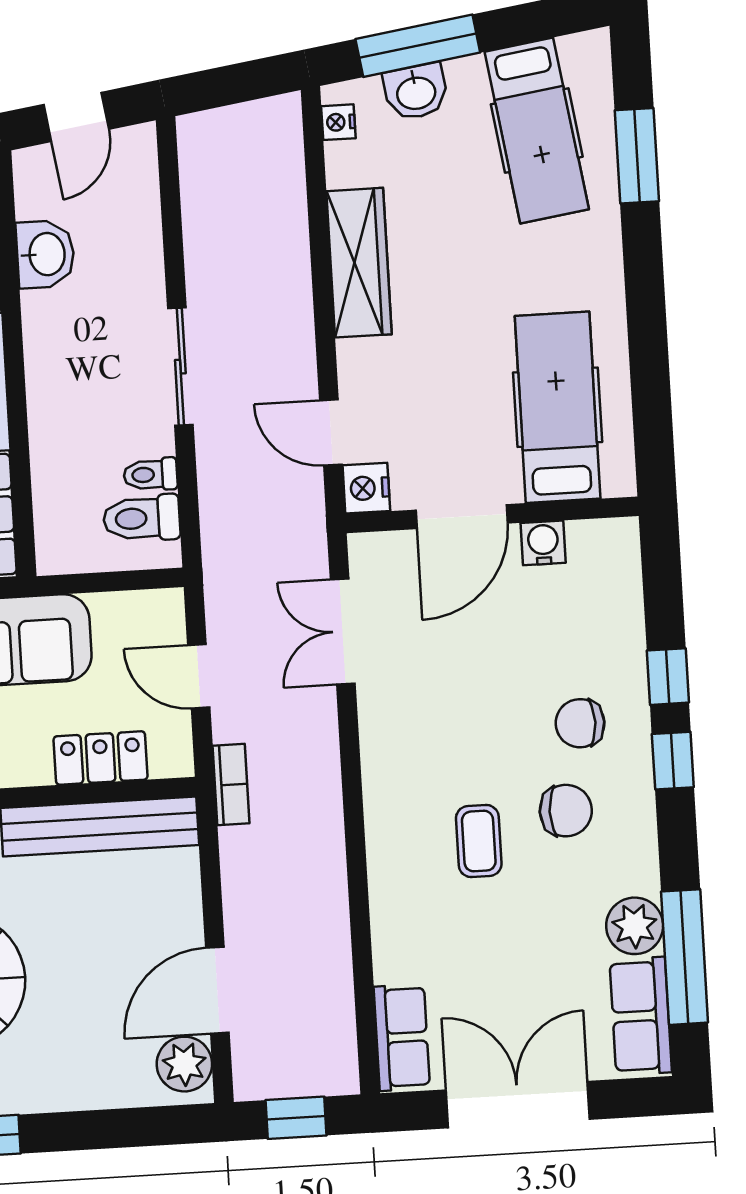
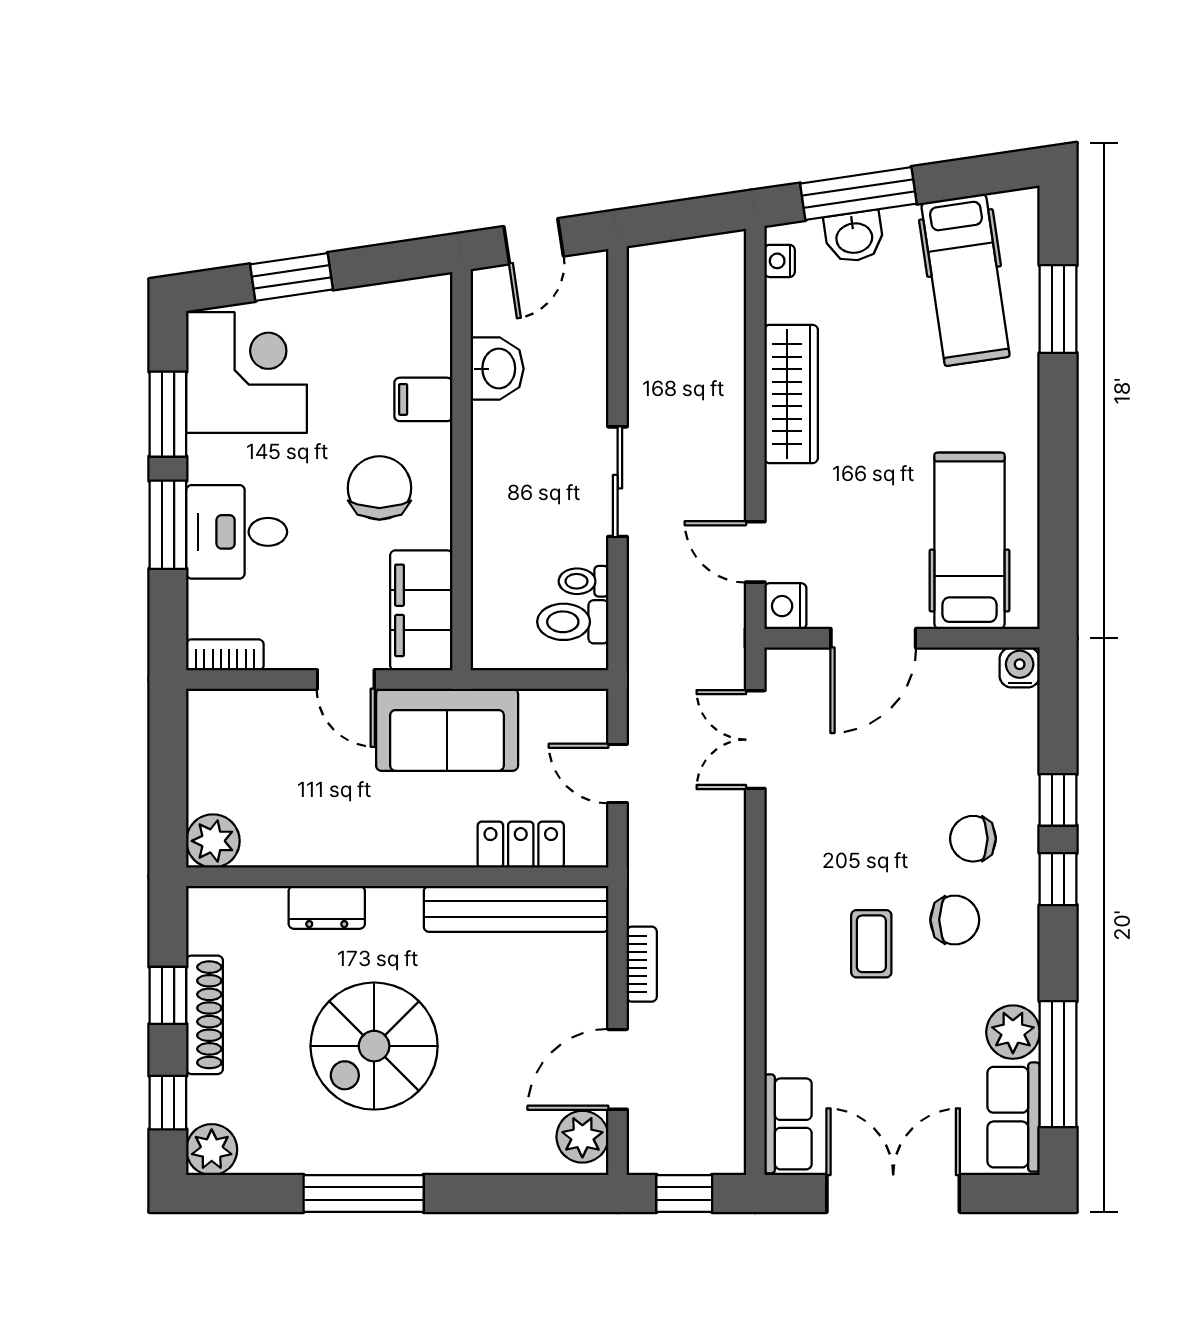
water cooler: (543, 543) -> (1020, 667), moved
bookcase: (231, 785) -> (642, 964), moved

